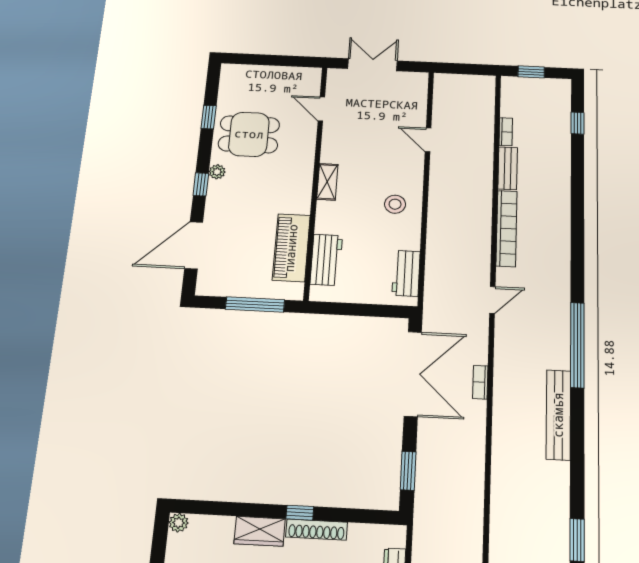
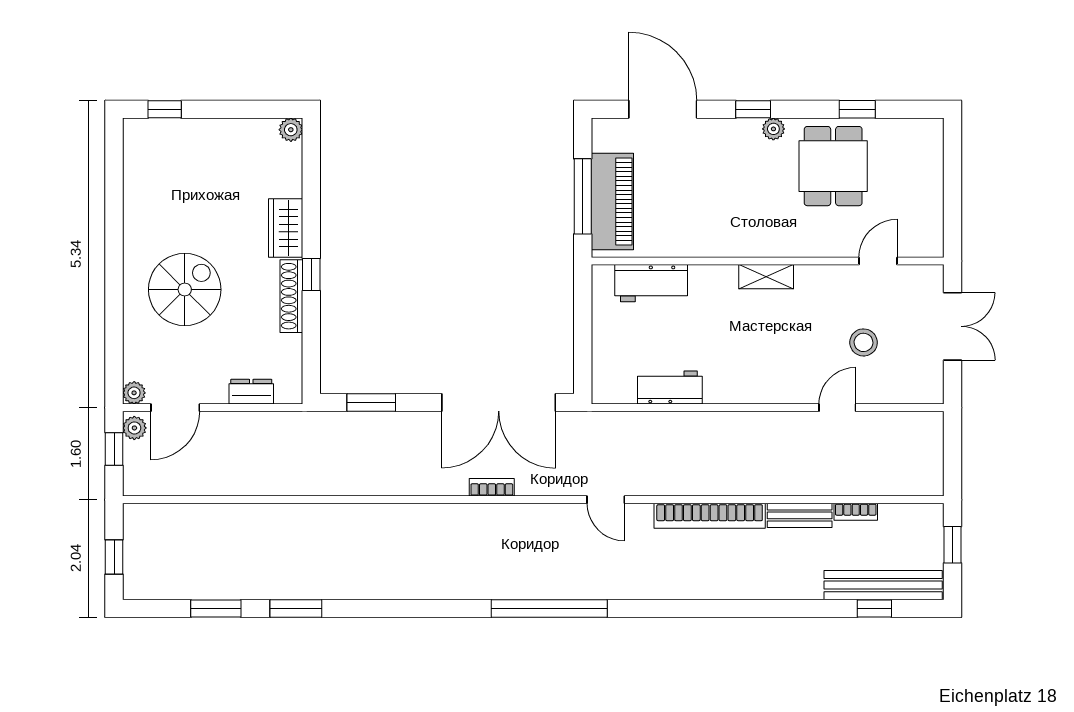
stool: (395, 204) -> (864, 342), moved
piano: (291, 248) -> (612, 201), moved, turned 90
workbench: (406, 273) -> (670, 388), moved
bench: (558, 415) -> (883, 585), moved

